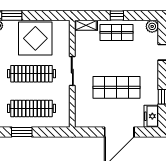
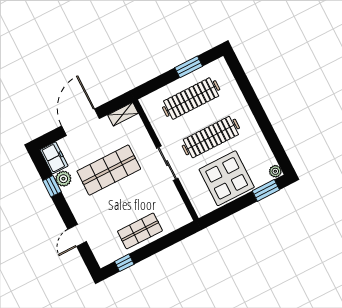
window: (117, 15) -> (124, 263), moved
shelving: (86, 25) -> (123, 114), moved
plant: (152, 26) -> (63, 179), moved

